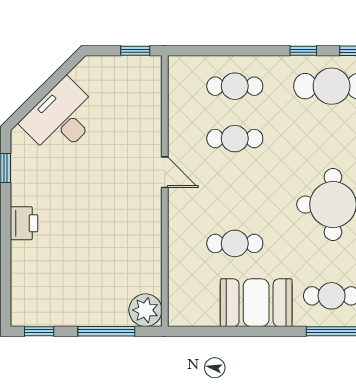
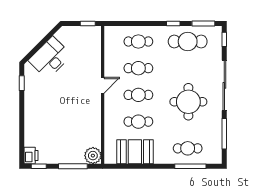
door: (165, 172) -> (103, 85), hinge flipped
cafe table: (235, 191) -> (138, 95), added
printer: (24, 223) -> (31, 156), moved
booth: (256, 303) -> (135, 152), moved

